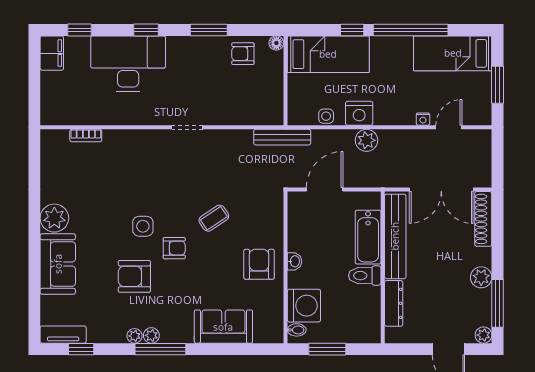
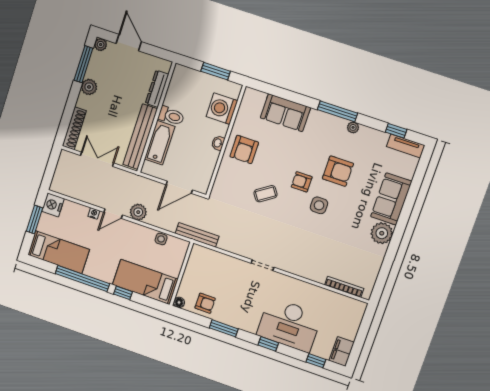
nightstand: (359, 113) -> (53, 205), moved, turned -90
door: (449, 127) -> (113, 214), moved
bookcase: (86, 136) -> (344, 287), width x1.56
double door: (441, 190) -> (97, 159), width x0.73
bidet: (297, 330) -> (233, 93), removed
plant: (151, 335) -> (340, 124), removed

